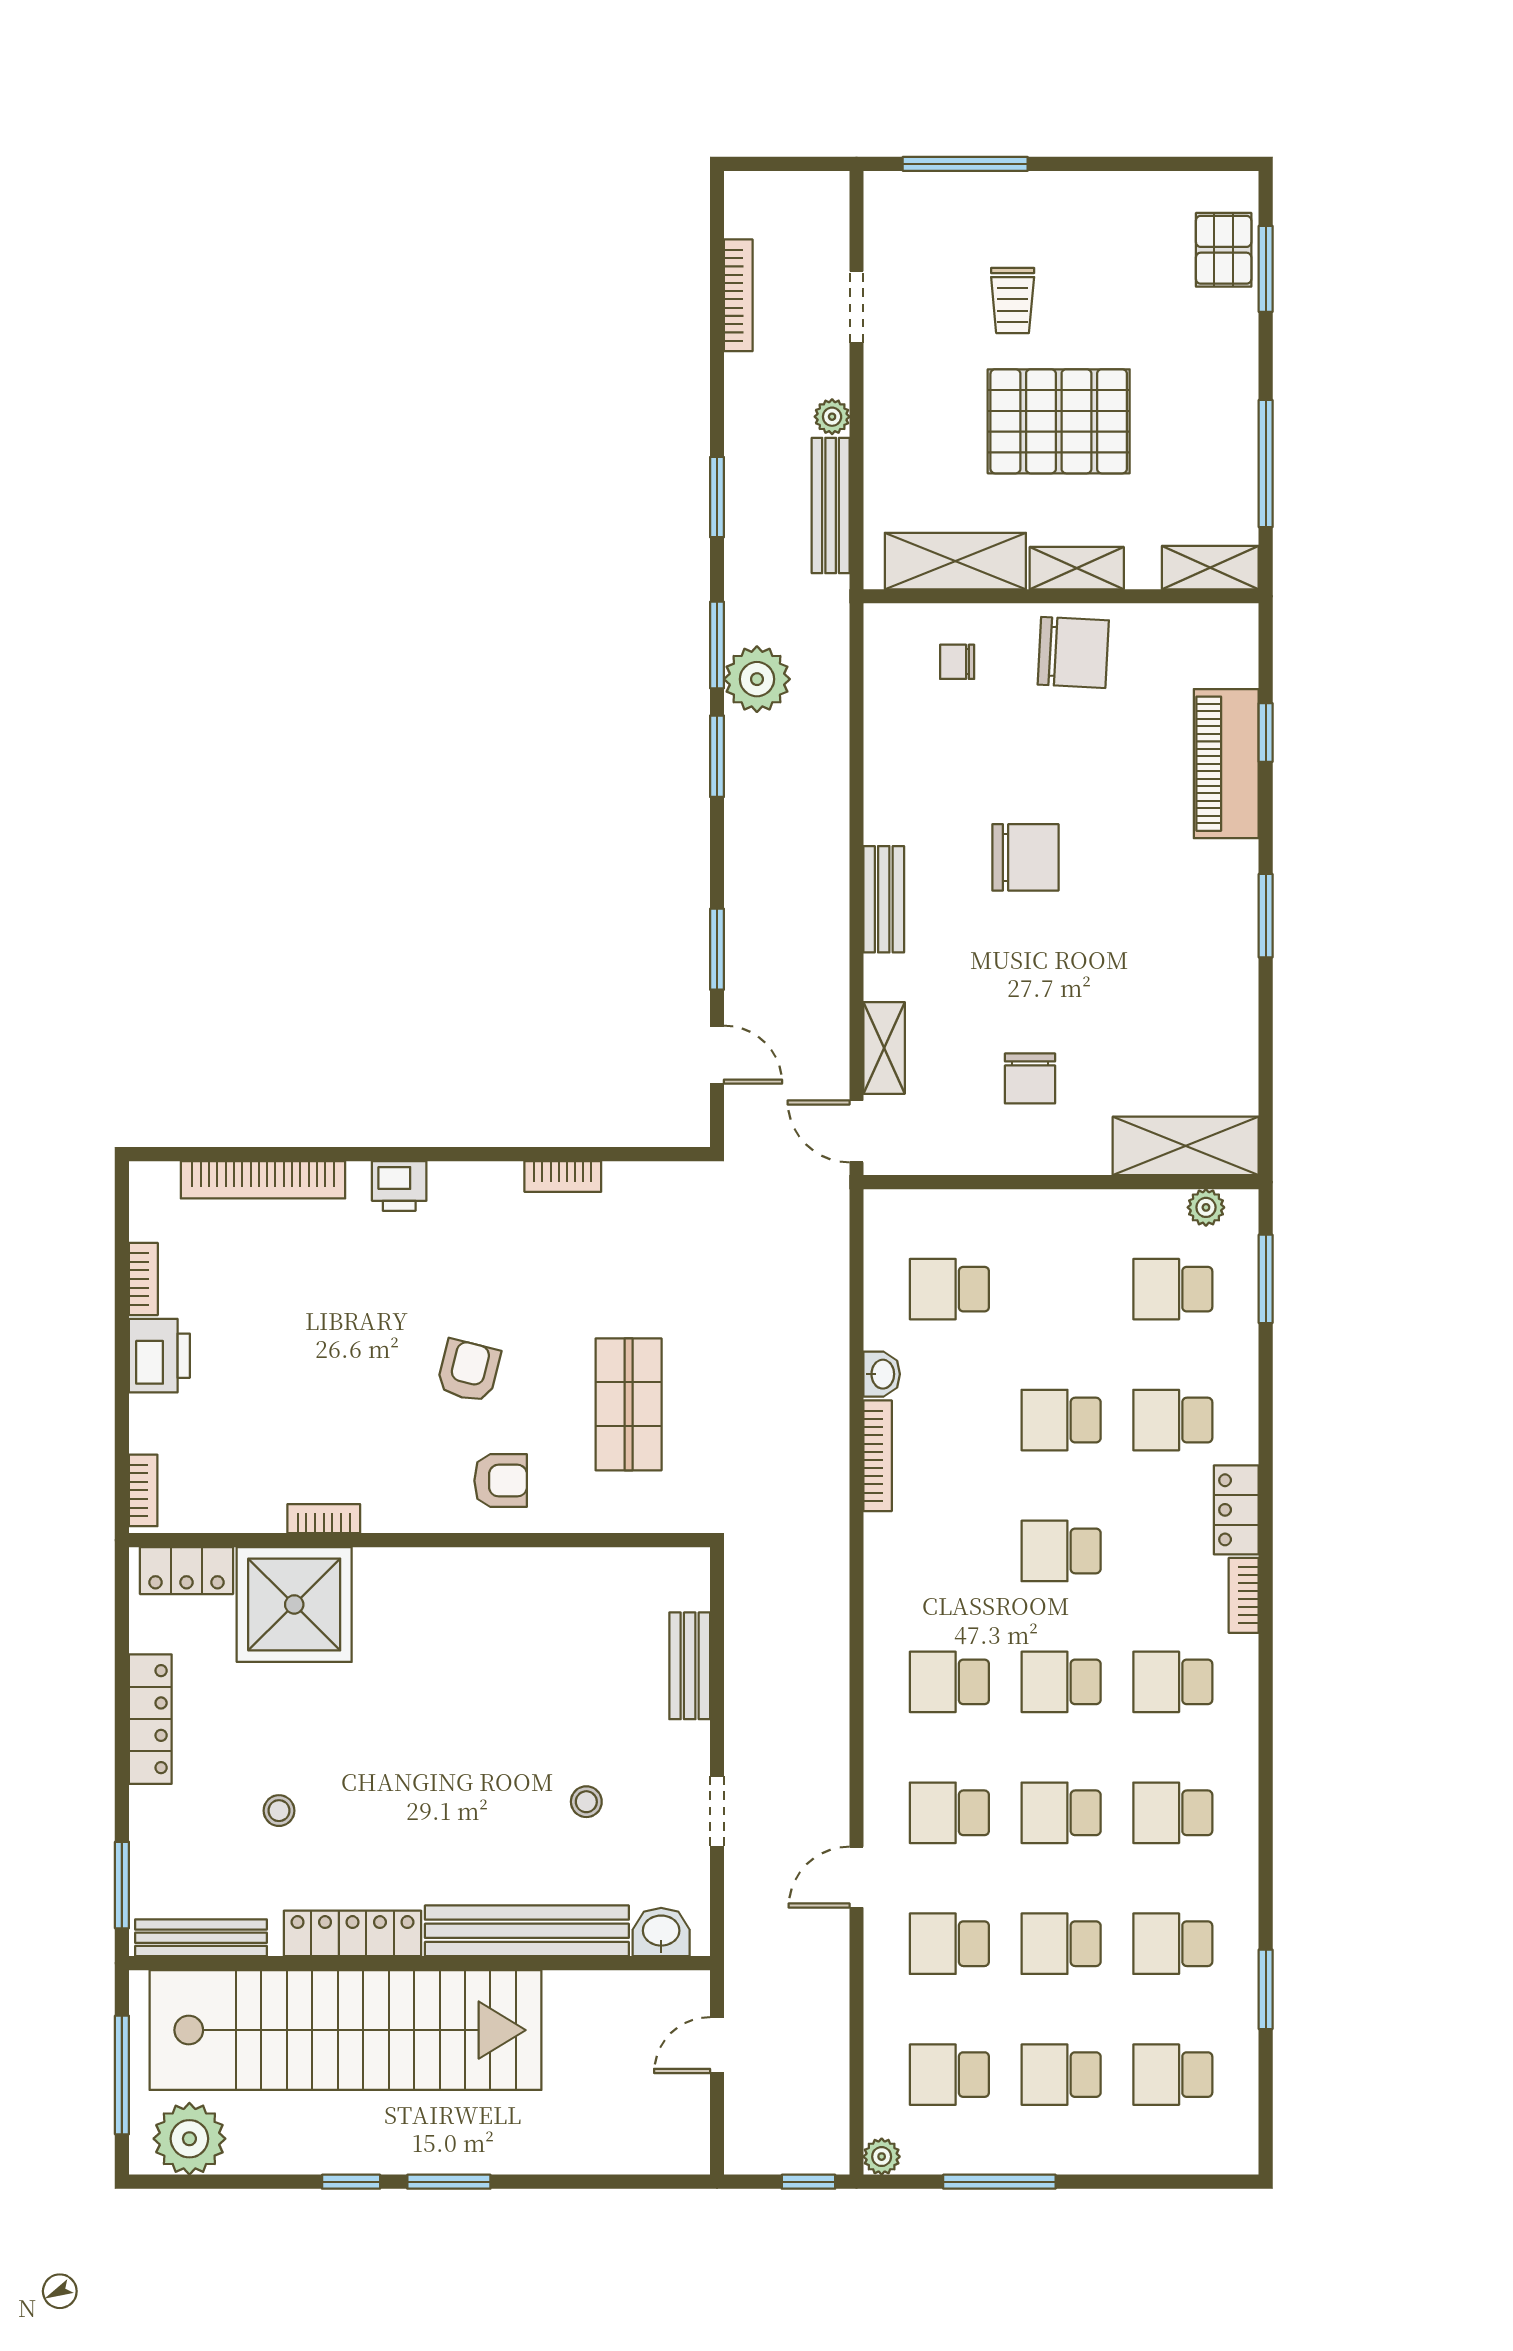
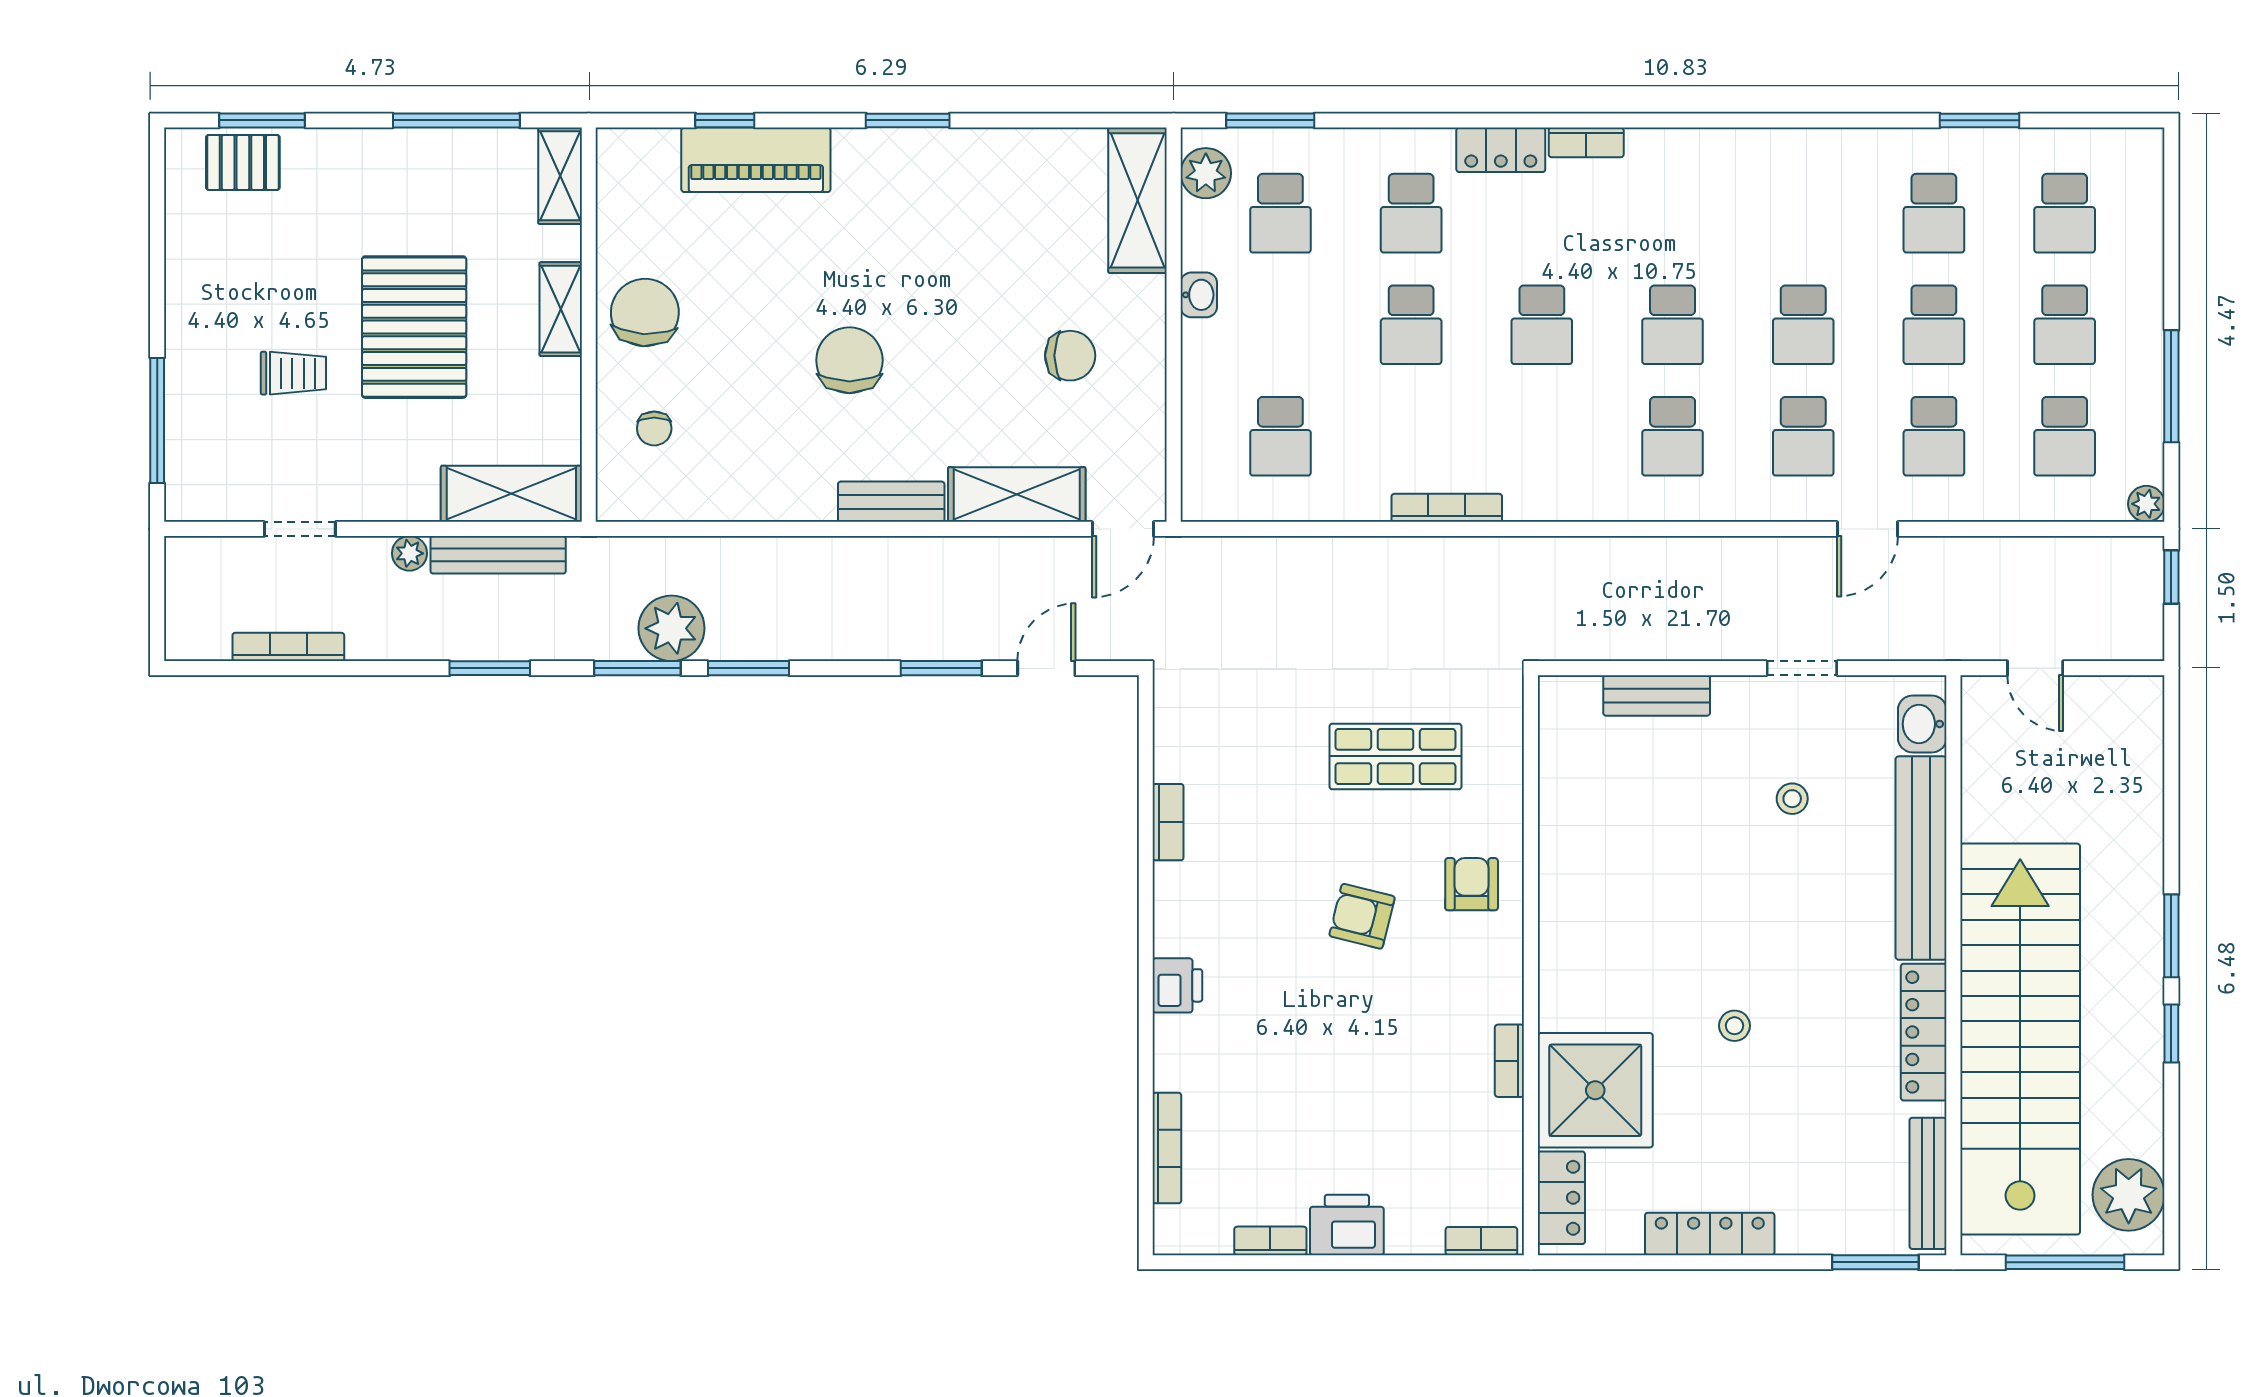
shelving: (955, 561) -> (511, 494), moved, turned 90
shelving: (884, 1048) -> (1017, 494), width x1.50, depth x1.33
bookcase: (263, 1180) -> (1167, 1148), width x0.68, depth x0.76
plant: (1206, 1207) -> (1206, 173), width x1.38, depth x1.38
washbasin: (882, 1374) -> (1199, 295), moved, turned 90
school desk: (1173, 1682) -> (1673, 213), removed
stool: (279, 1811) -> (1735, 1026), moved
school desk: (1173, 1813) -> (1803, 213), removed
door: (857, 1877) -> (1867, 529), hinge flipped

